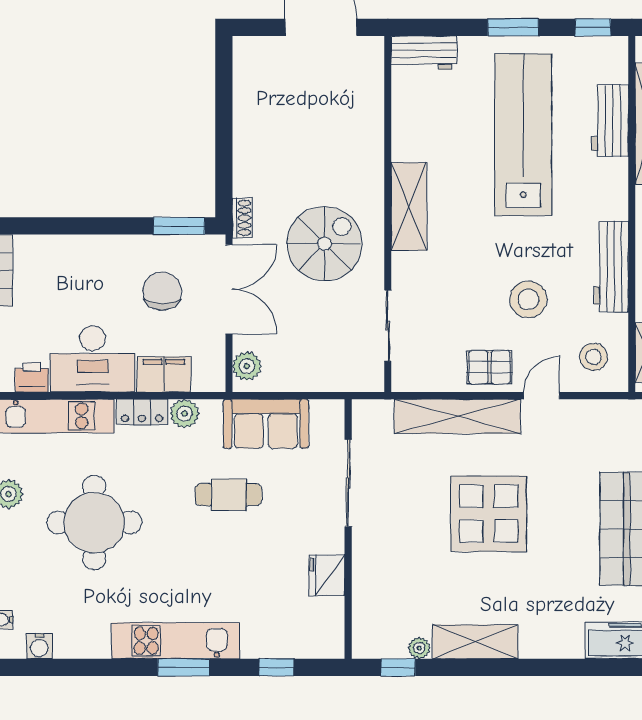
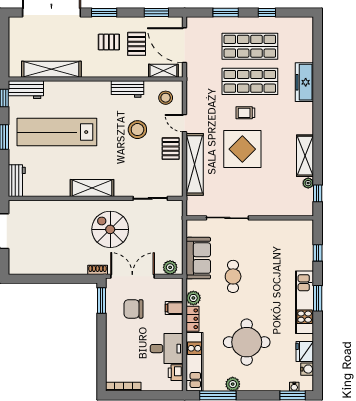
workbench: (610, 121) -> (26, 90), moved
workbench: (611, 267) -> (127, 89), width x0.73
desk: (93, 359) -> (167, 349), width x0.73
filing cabinet: (164, 374) -> (174, 308), width x0.50
trolley: (563, 520) -> (245, 113), added
fridge: (327, 575) -> (305, 352), moved, turned 90

